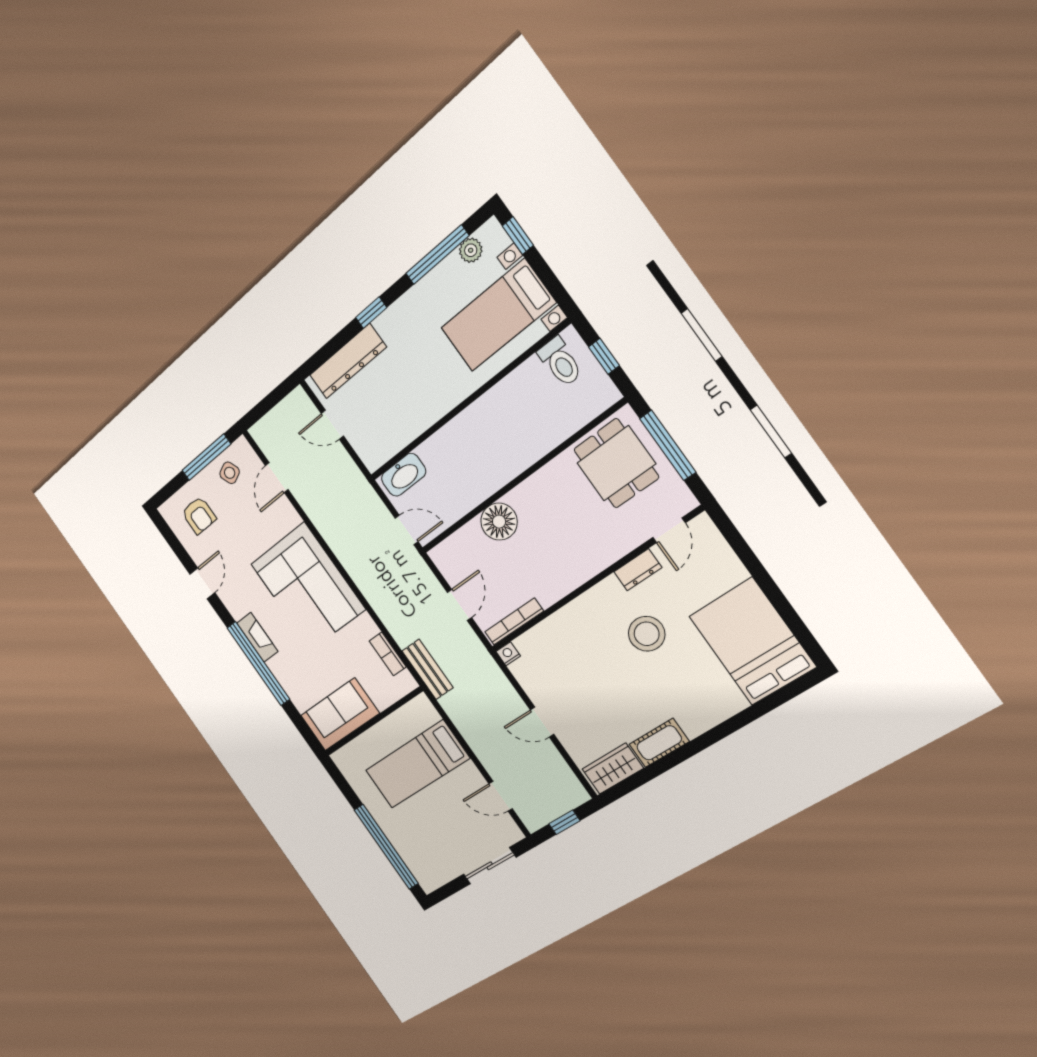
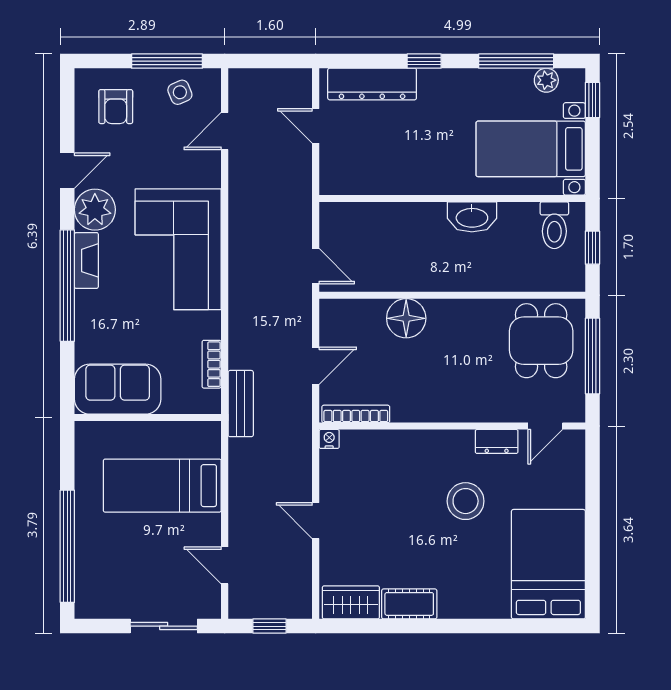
washbasin: (404, 475) -> (472, 217), moved
plant: (237, 598) -> (95, 210), added

